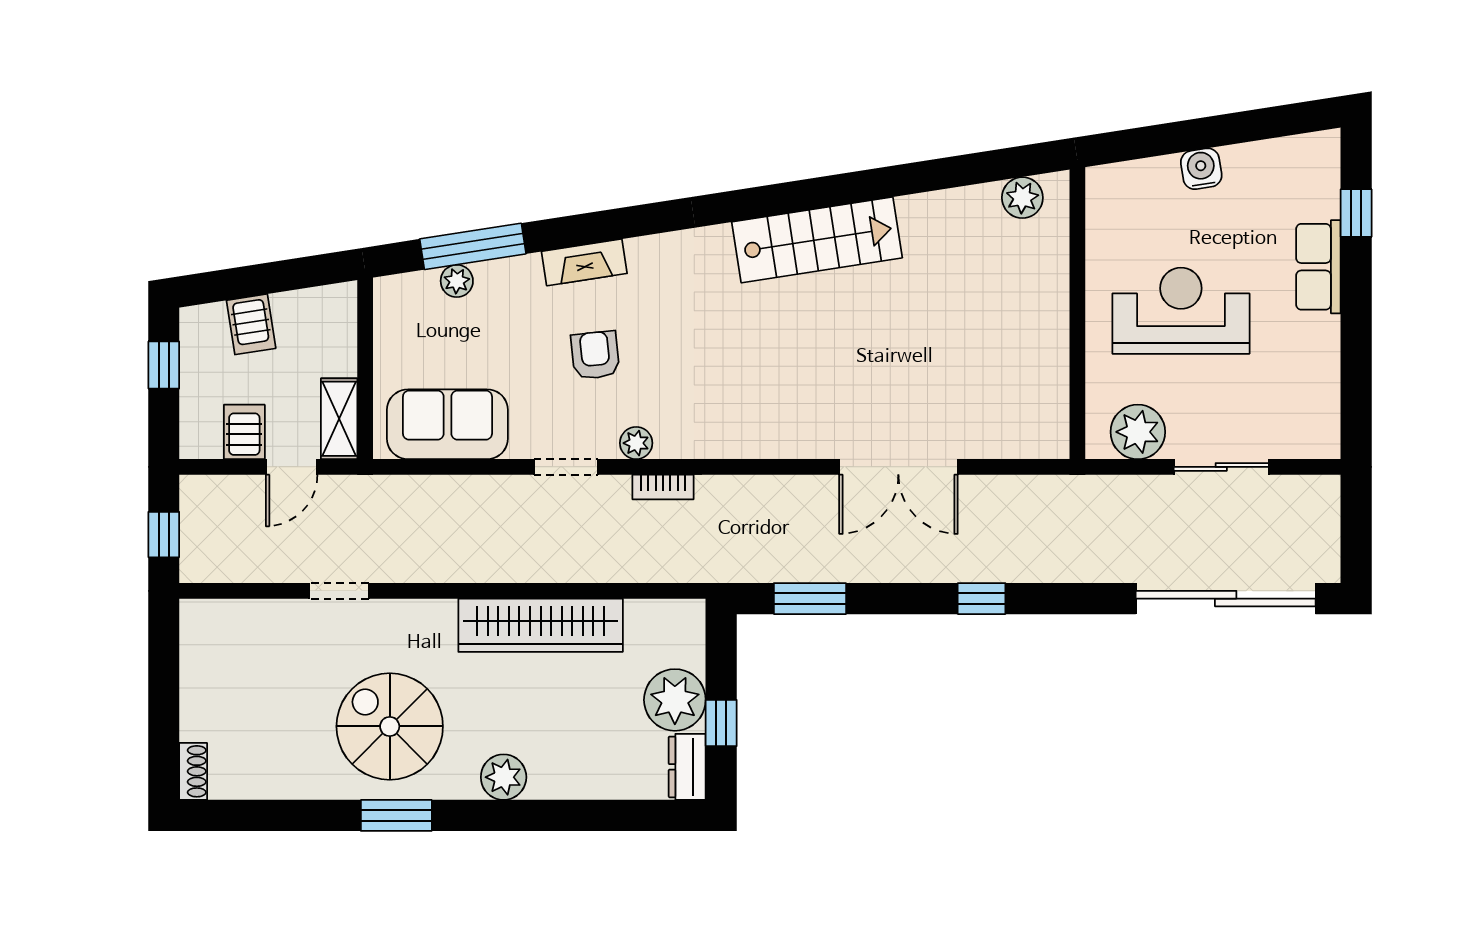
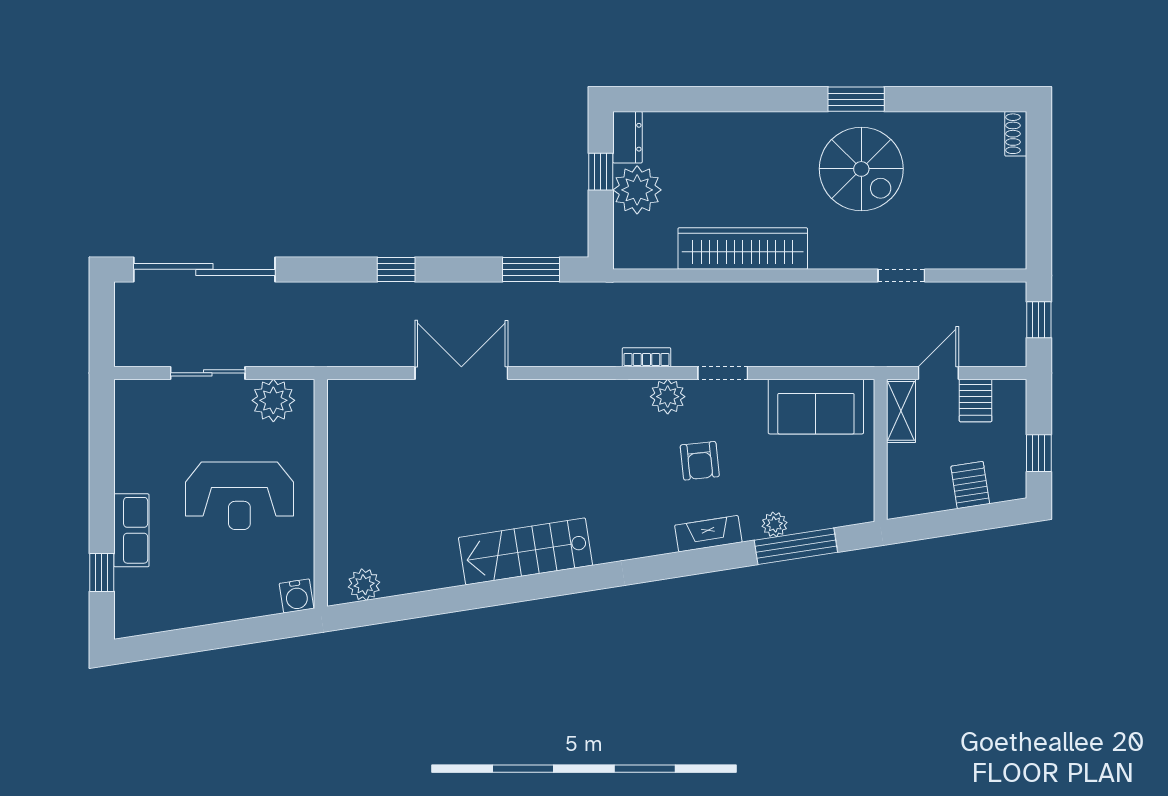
water cooler: (1201, 169) -> (297, 596), moved
plant: (457, 281) -> (775, 524), moved
plant: (636, 443) -> (668, 397), width x1.38, depth x1.38
plant: (504, 777) -> (772, 129), removed

